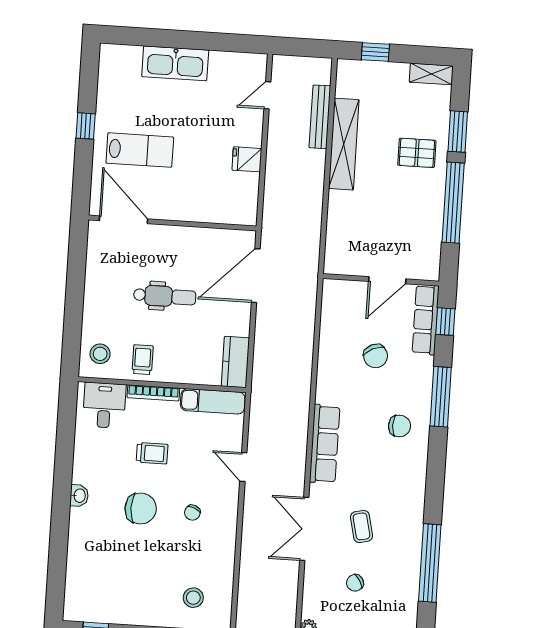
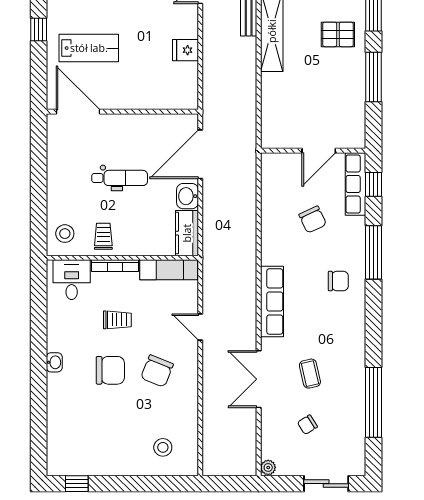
window: (453, 203) -> (374, 77), width x0.68
washbasin: (239, 321) -> (187, 196), added
chair: (192, 513) -> (157, 371), width x1.87, depth x1.87

